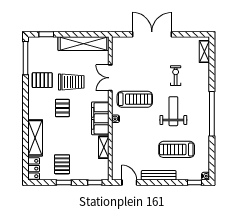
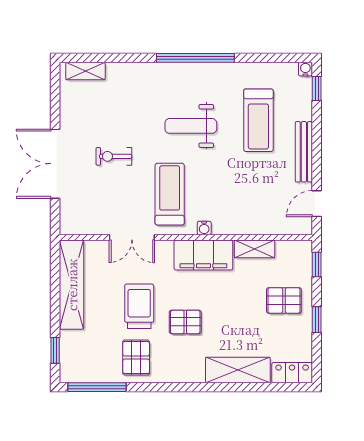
exercise bike: (176, 76) -> (114, 156), moved
pallet: (62, 164) -> (284, 300), moved

